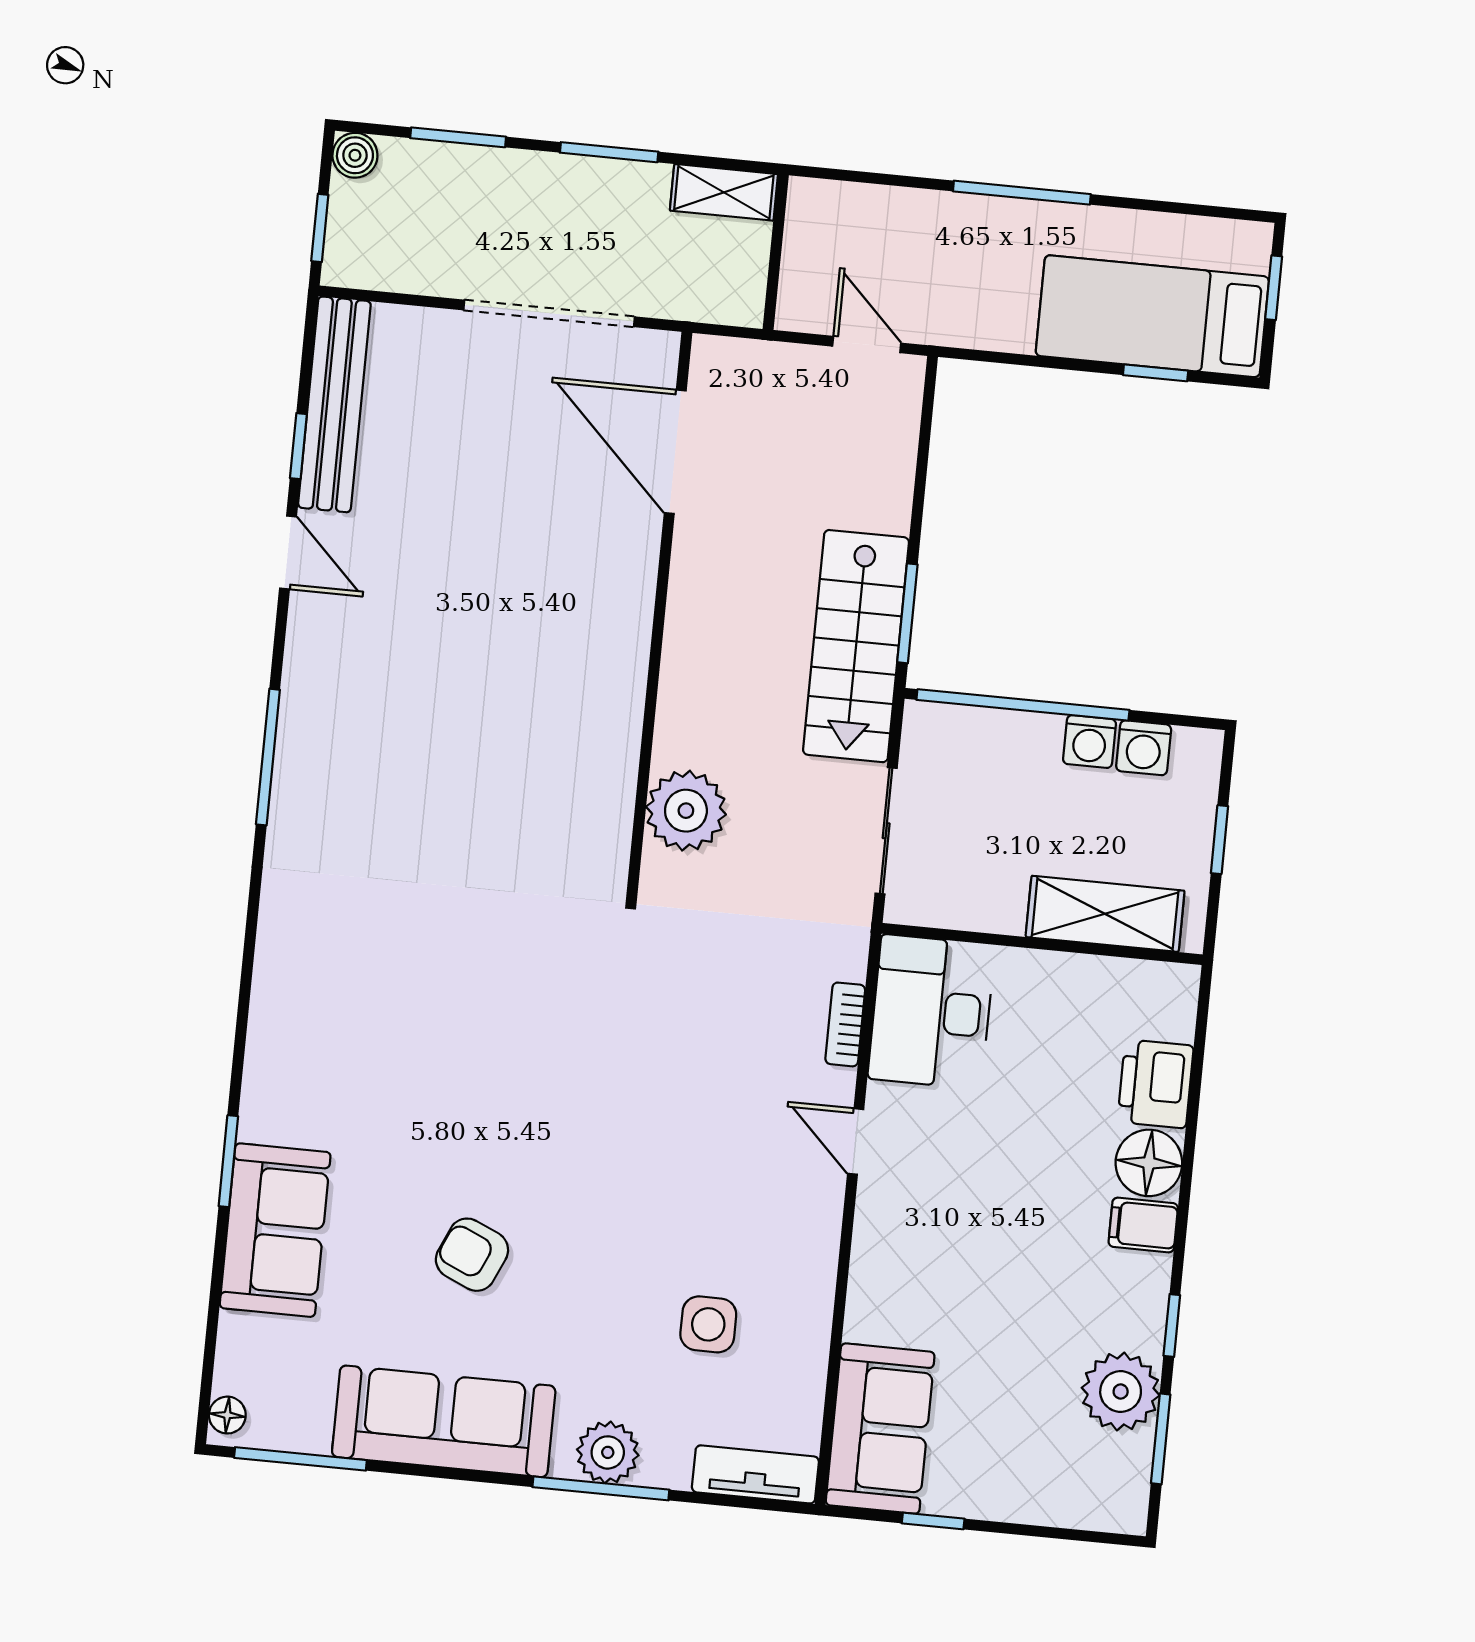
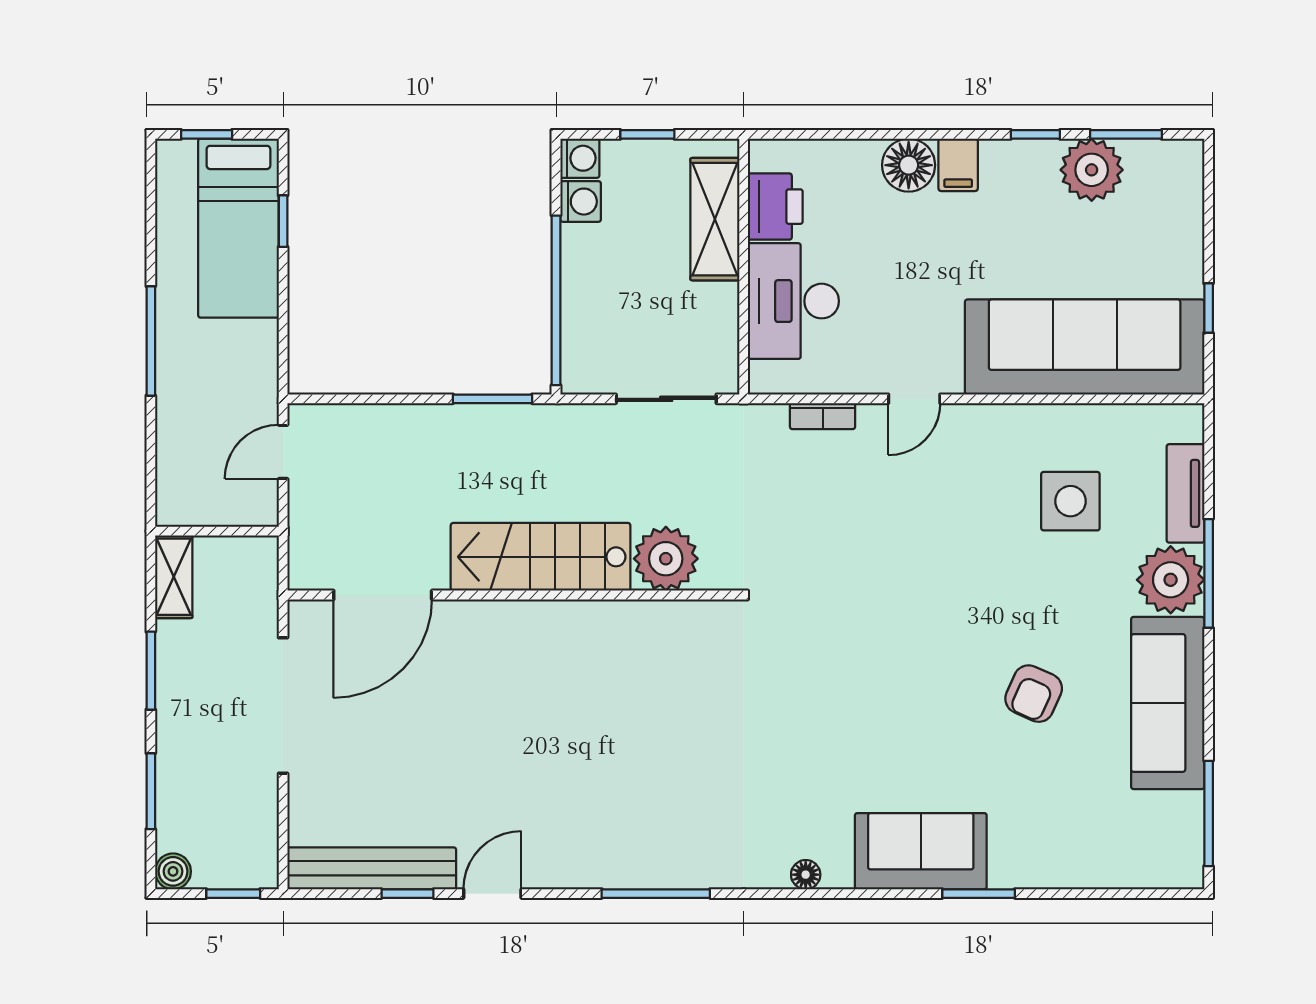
stairs: (856, 646) -> (541, 557), moved, turned 180
washing machine: (1090, 742) -> (580, 158), moved
desk: (931, 1012) -> (793, 301), moved, turned 90
printer: (1156, 1084) -> (775, 207), moved, turned -90
sofa: (275, 1230) -> (921, 851), moved
side table: (708, 1324) -> (1070, 501), width x1.37, depth x1.37
floor lamp: (227, 1415) -> (806, 875), moved
sofa: (880, 1429) -> (1085, 347), width x1.85, depth x1.27
plant: (608, 1452) -> (1171, 580), width x1.36, depth x1.36
tv unit: (755, 1474) -> (1185, 493), moved

